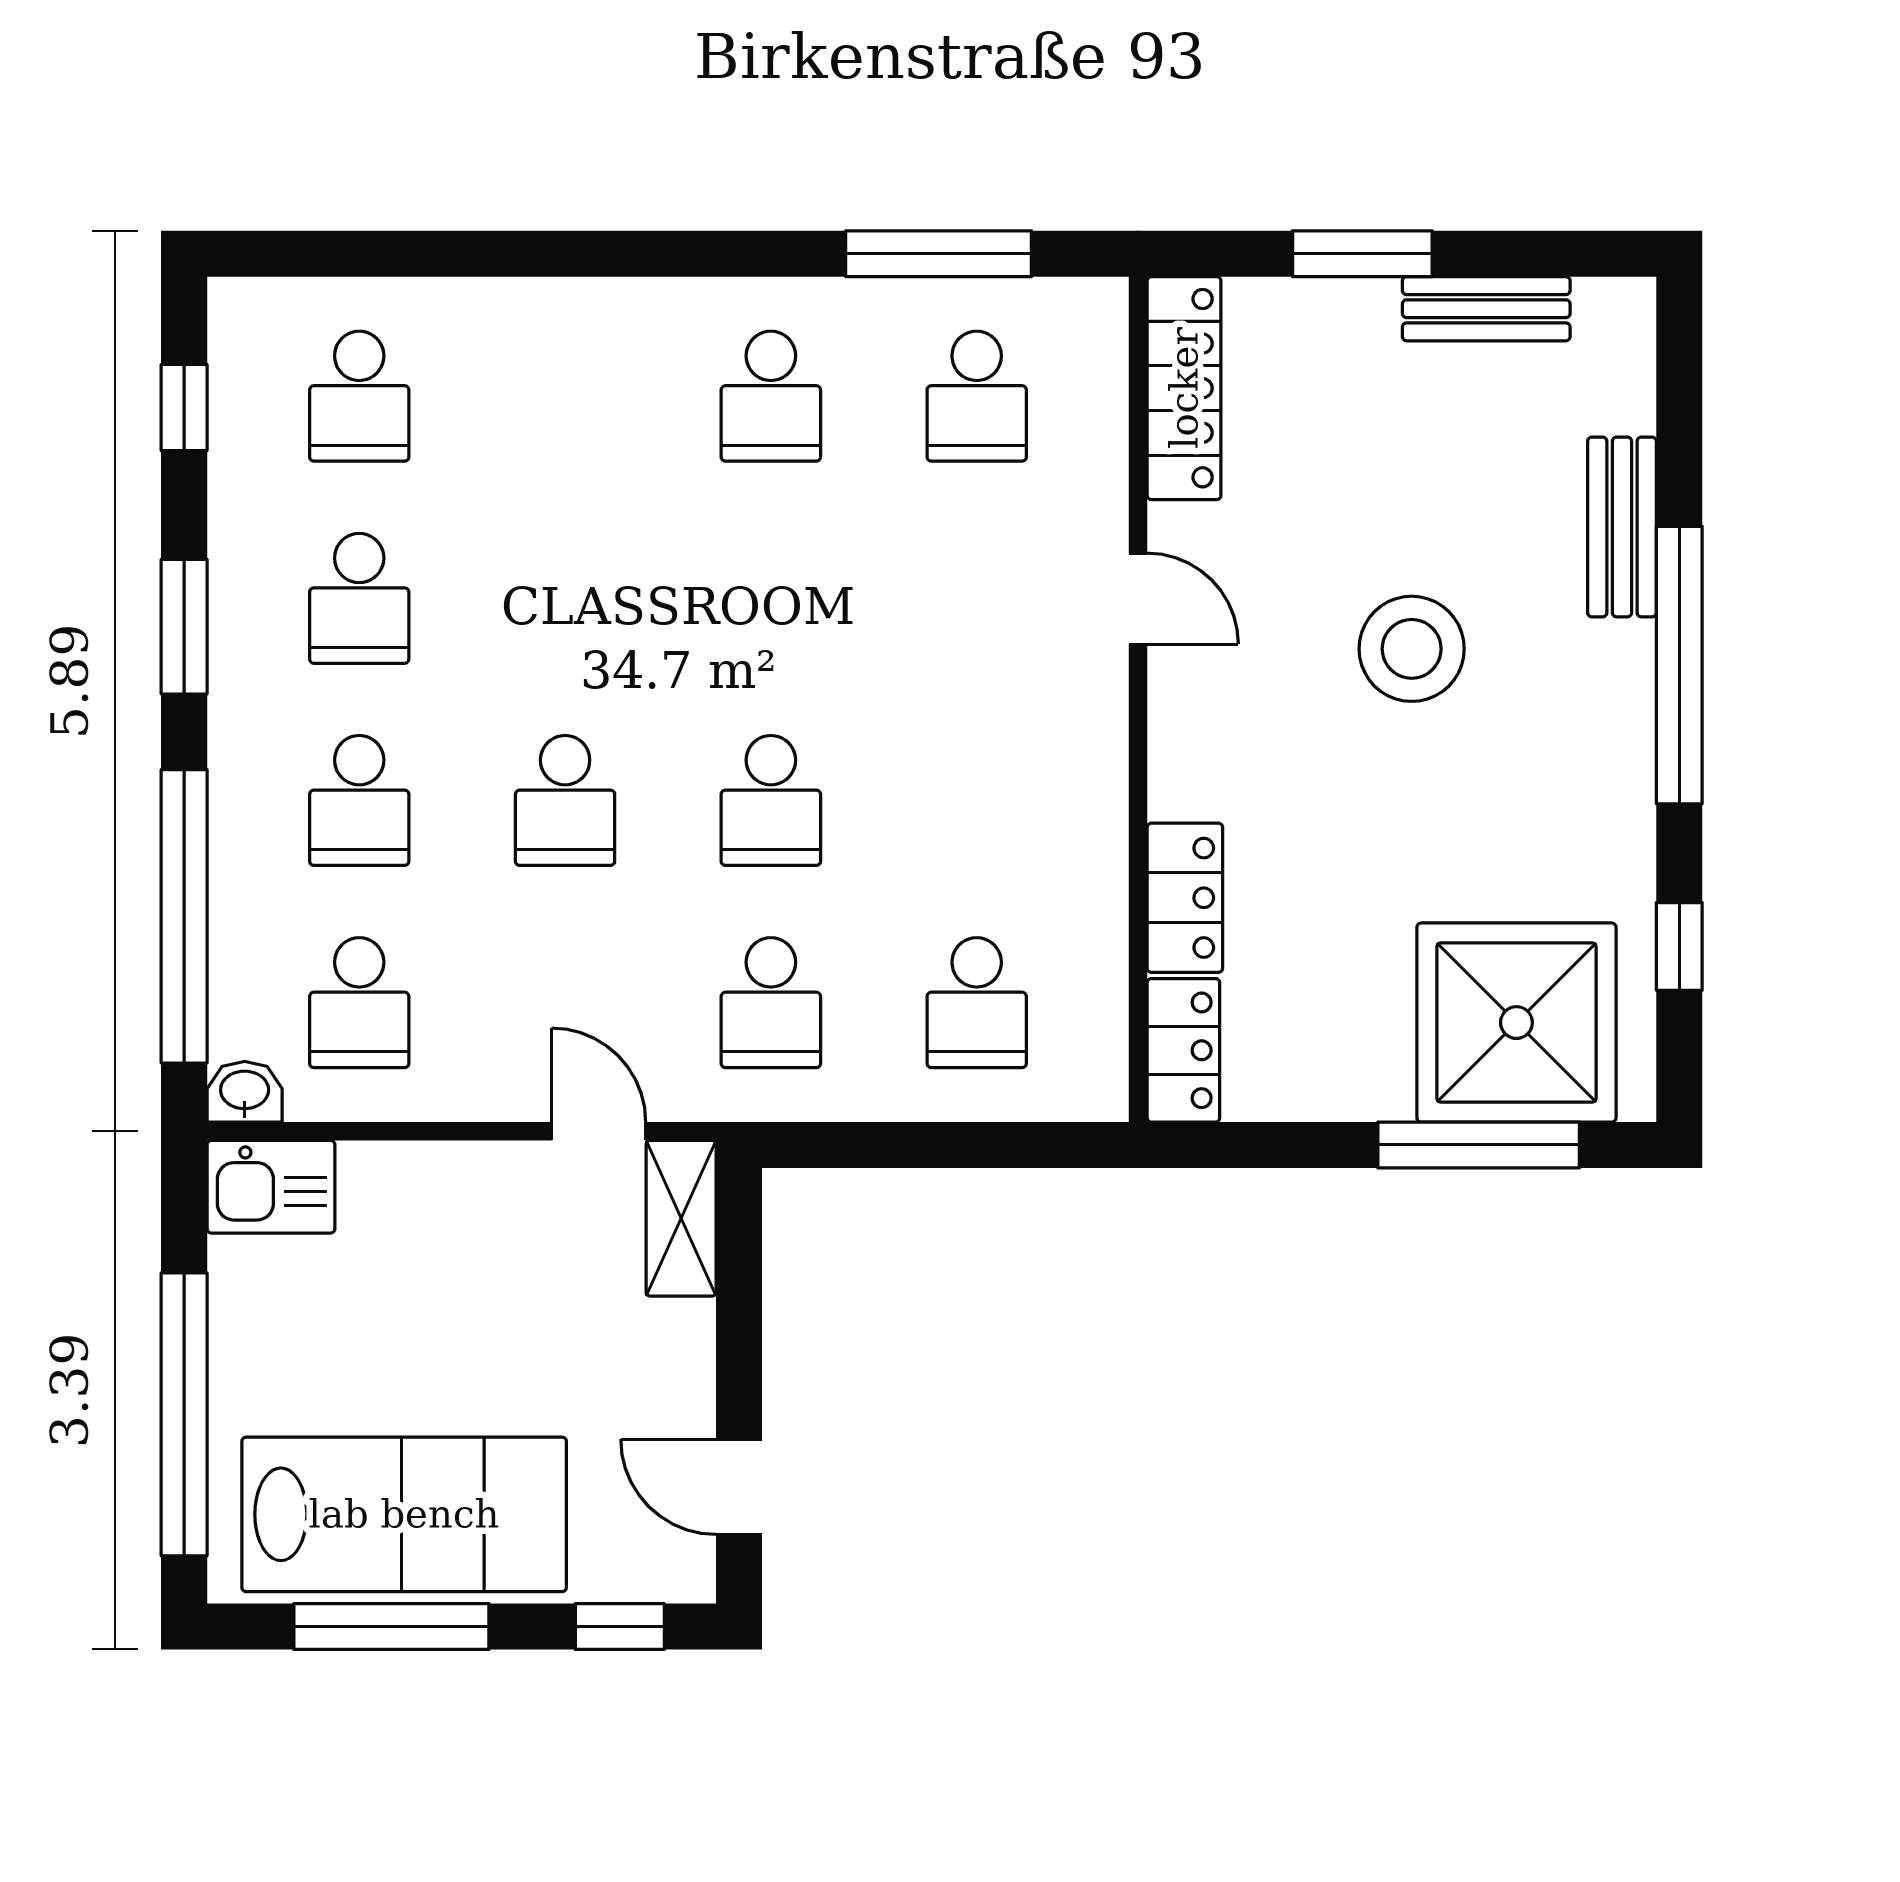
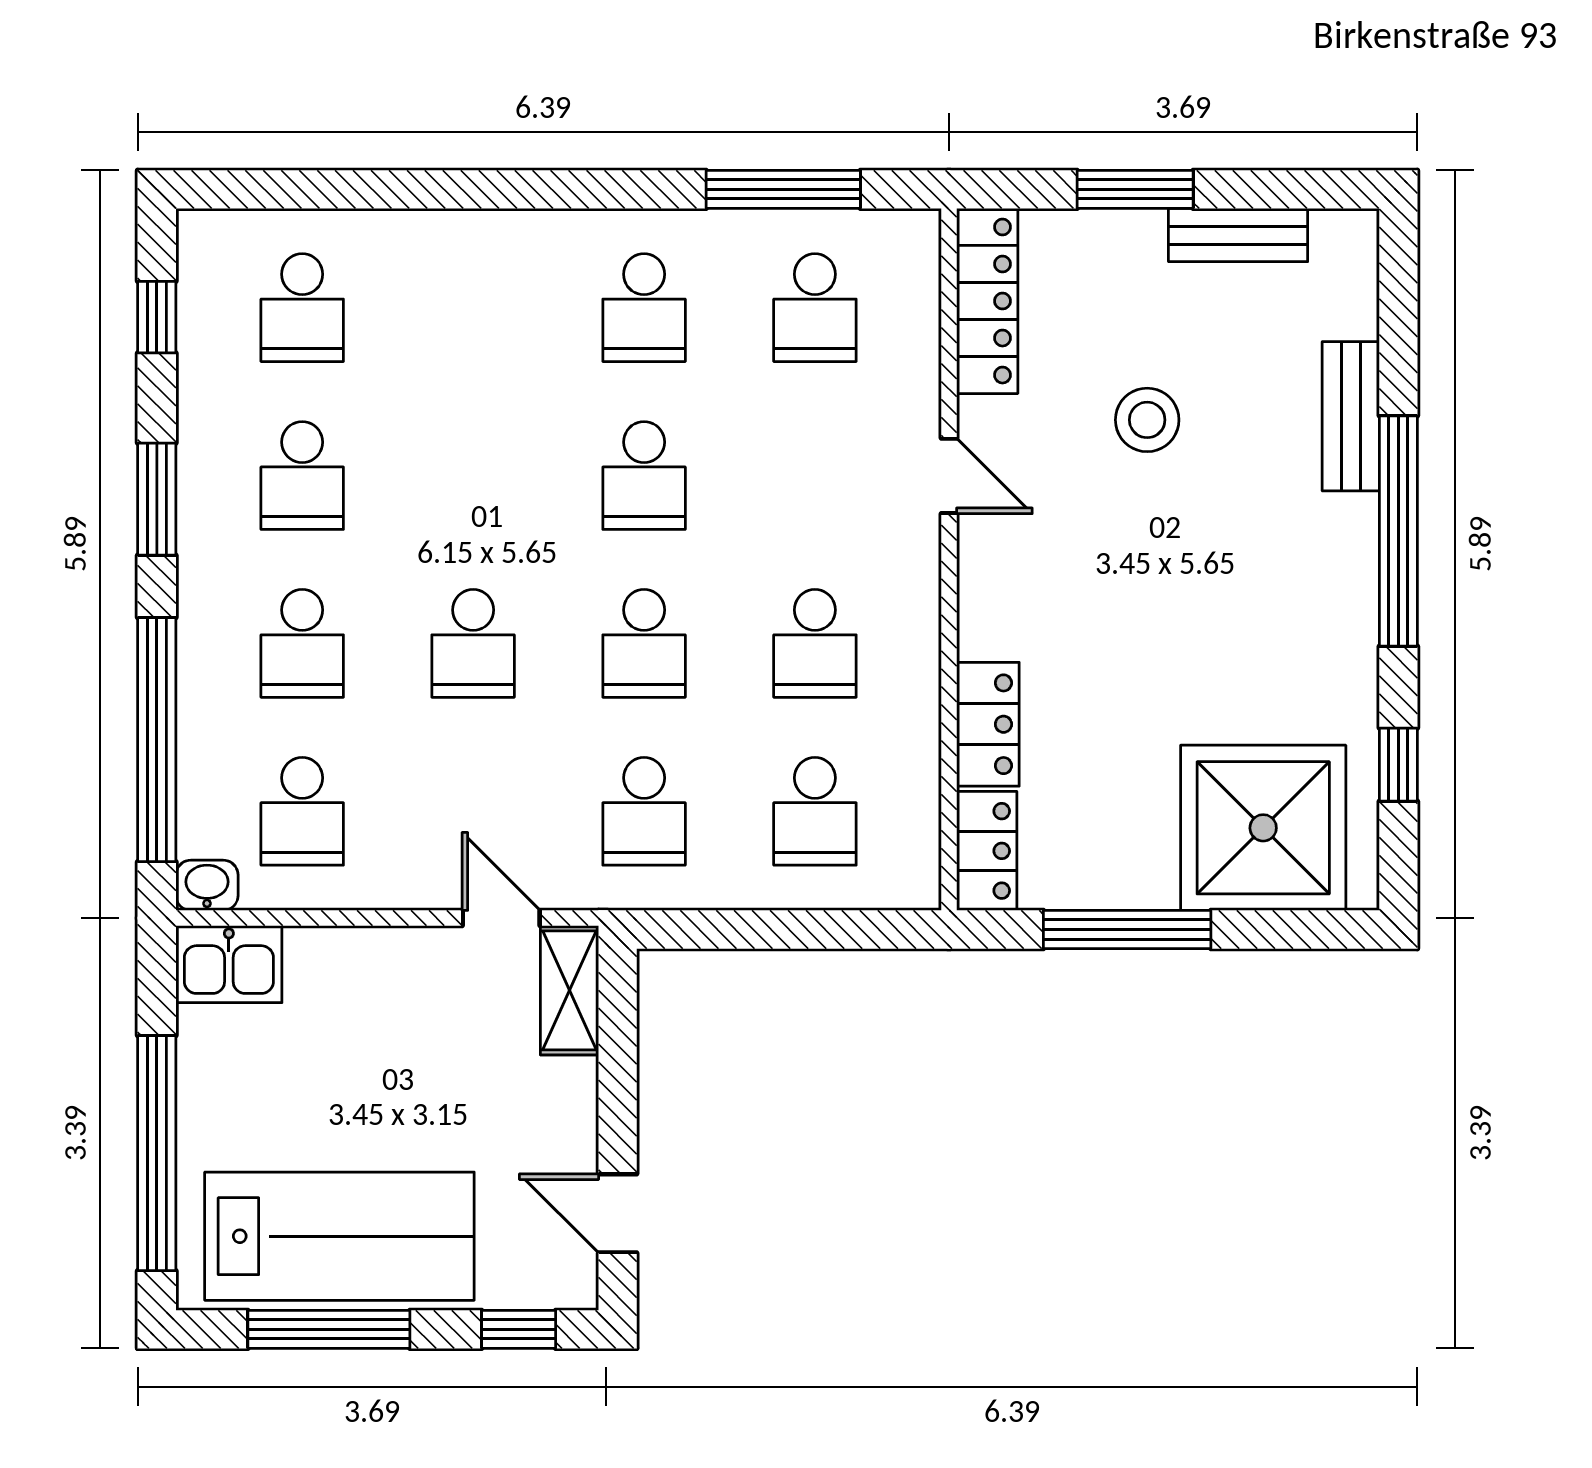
school desk: (771, 598) -> (644, 476), added
stool: (1412, 649) -> (1147, 420), moved, width x0.73, depth x0.73
school desk: (977, 800) -> (815, 643), added
window: (1479, 1145) -> (1127, 930), moved

